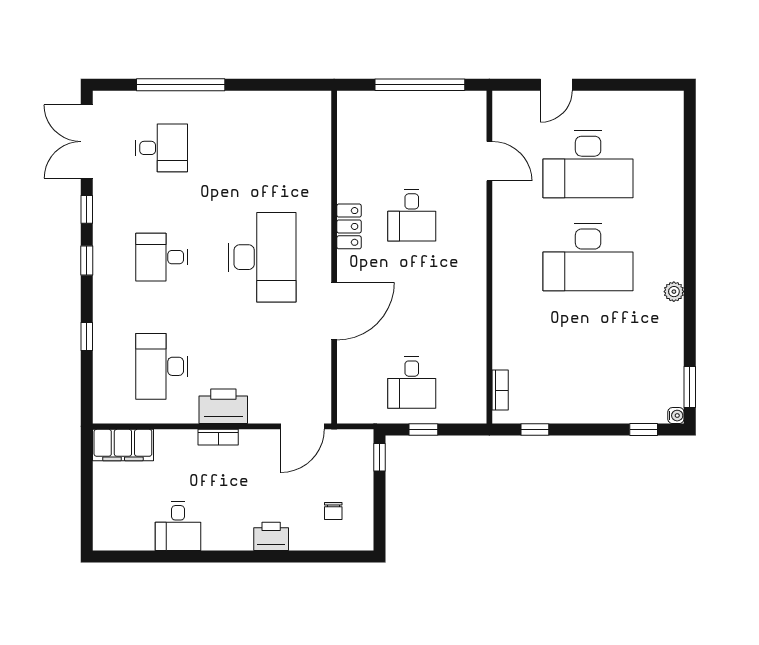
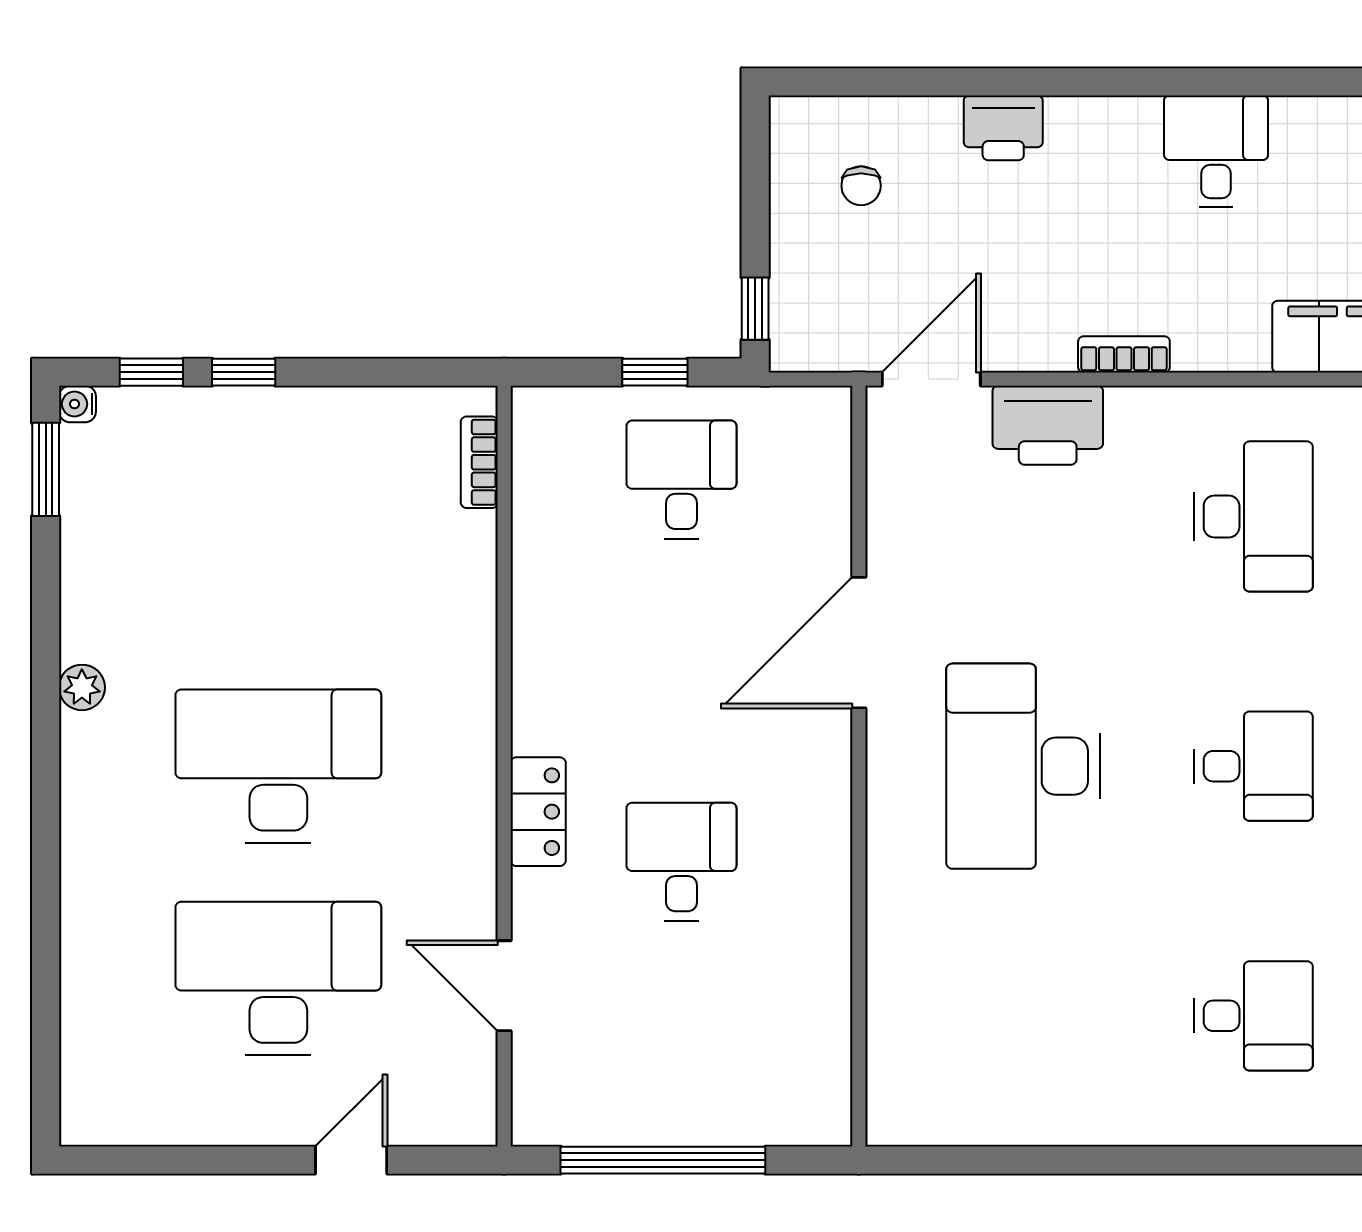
window: (181, 85) -> (1210, 1160), removed
desk: (162, 148) -> (1253, 1016), turned 180
locker: (349, 226) -> (538, 812), moved, turned 180
printer: (223, 406) -> (1048, 425), moved
window: (535, 429) -> (244, 372), moved
chair: (333, 511) -> (861, 186), turned 180

